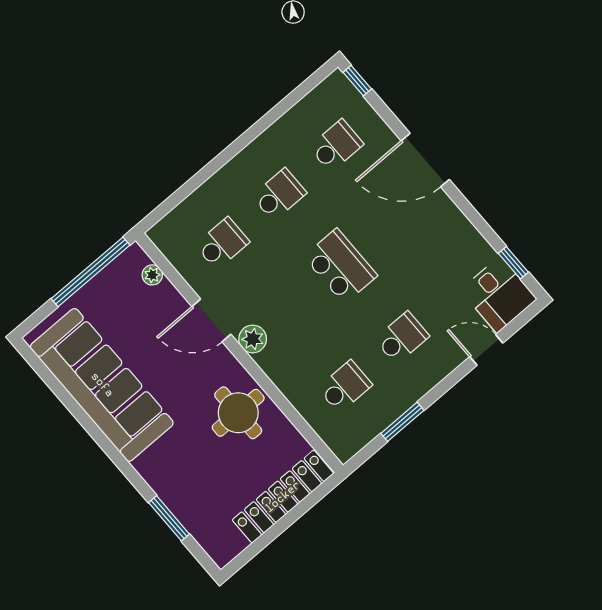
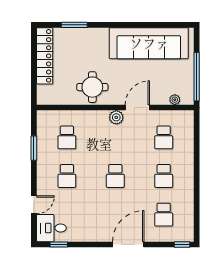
school desk: (341, 266) -> (115, 176), width x0.54
locker: (283, 497) -> (45, 56), moved

